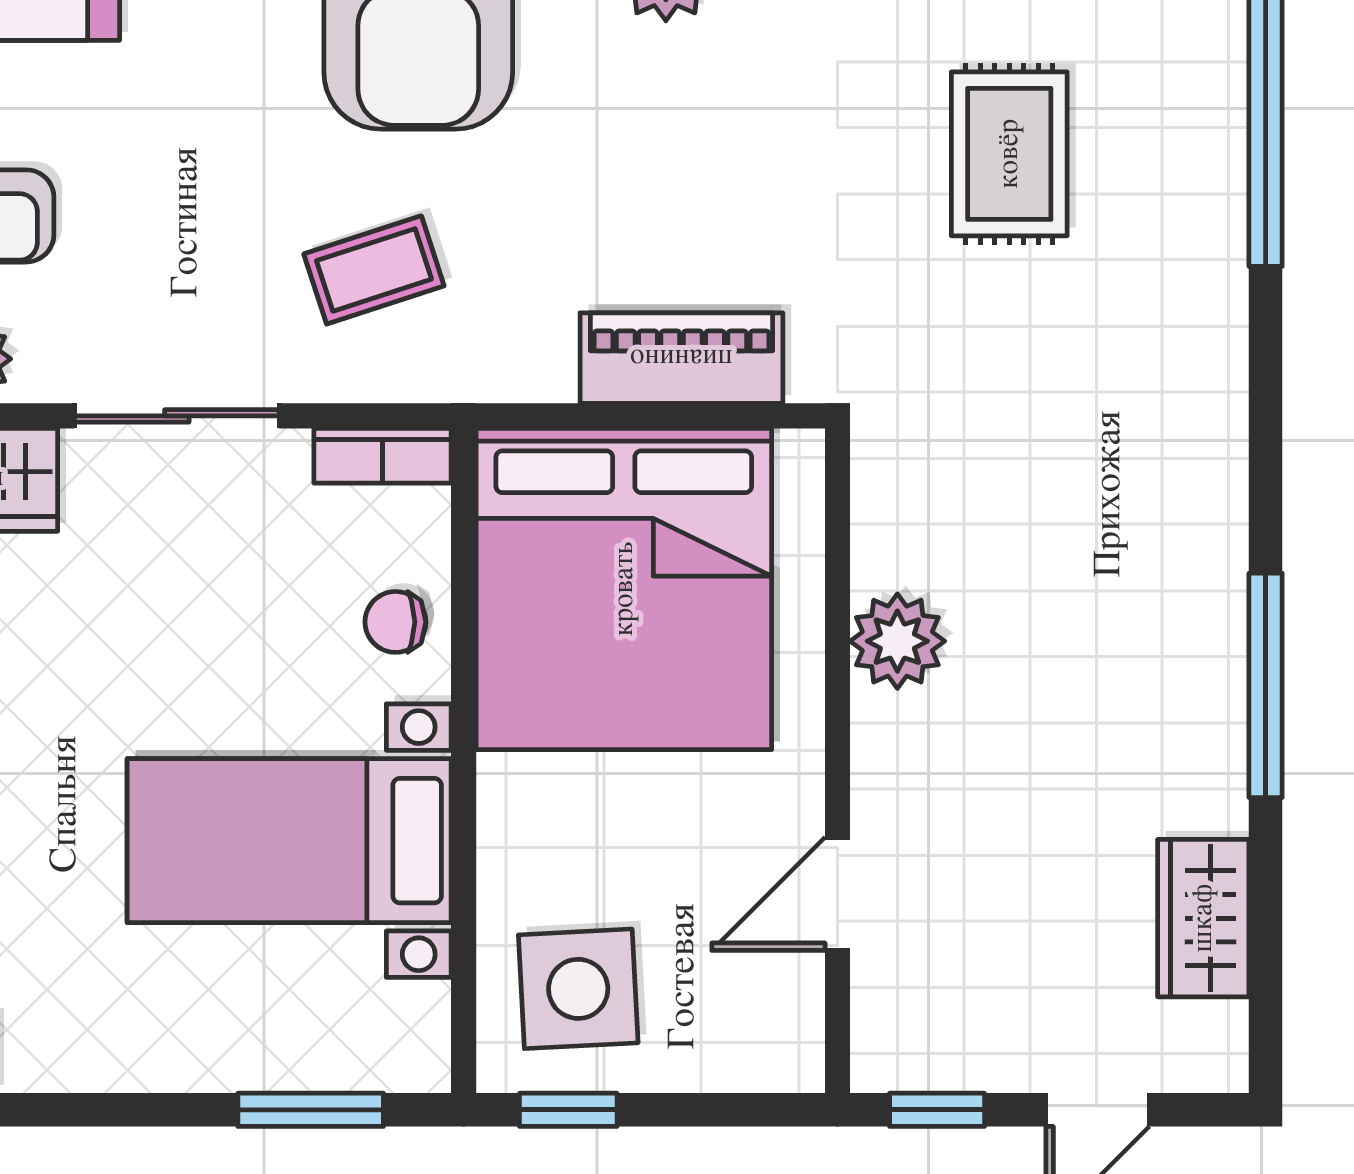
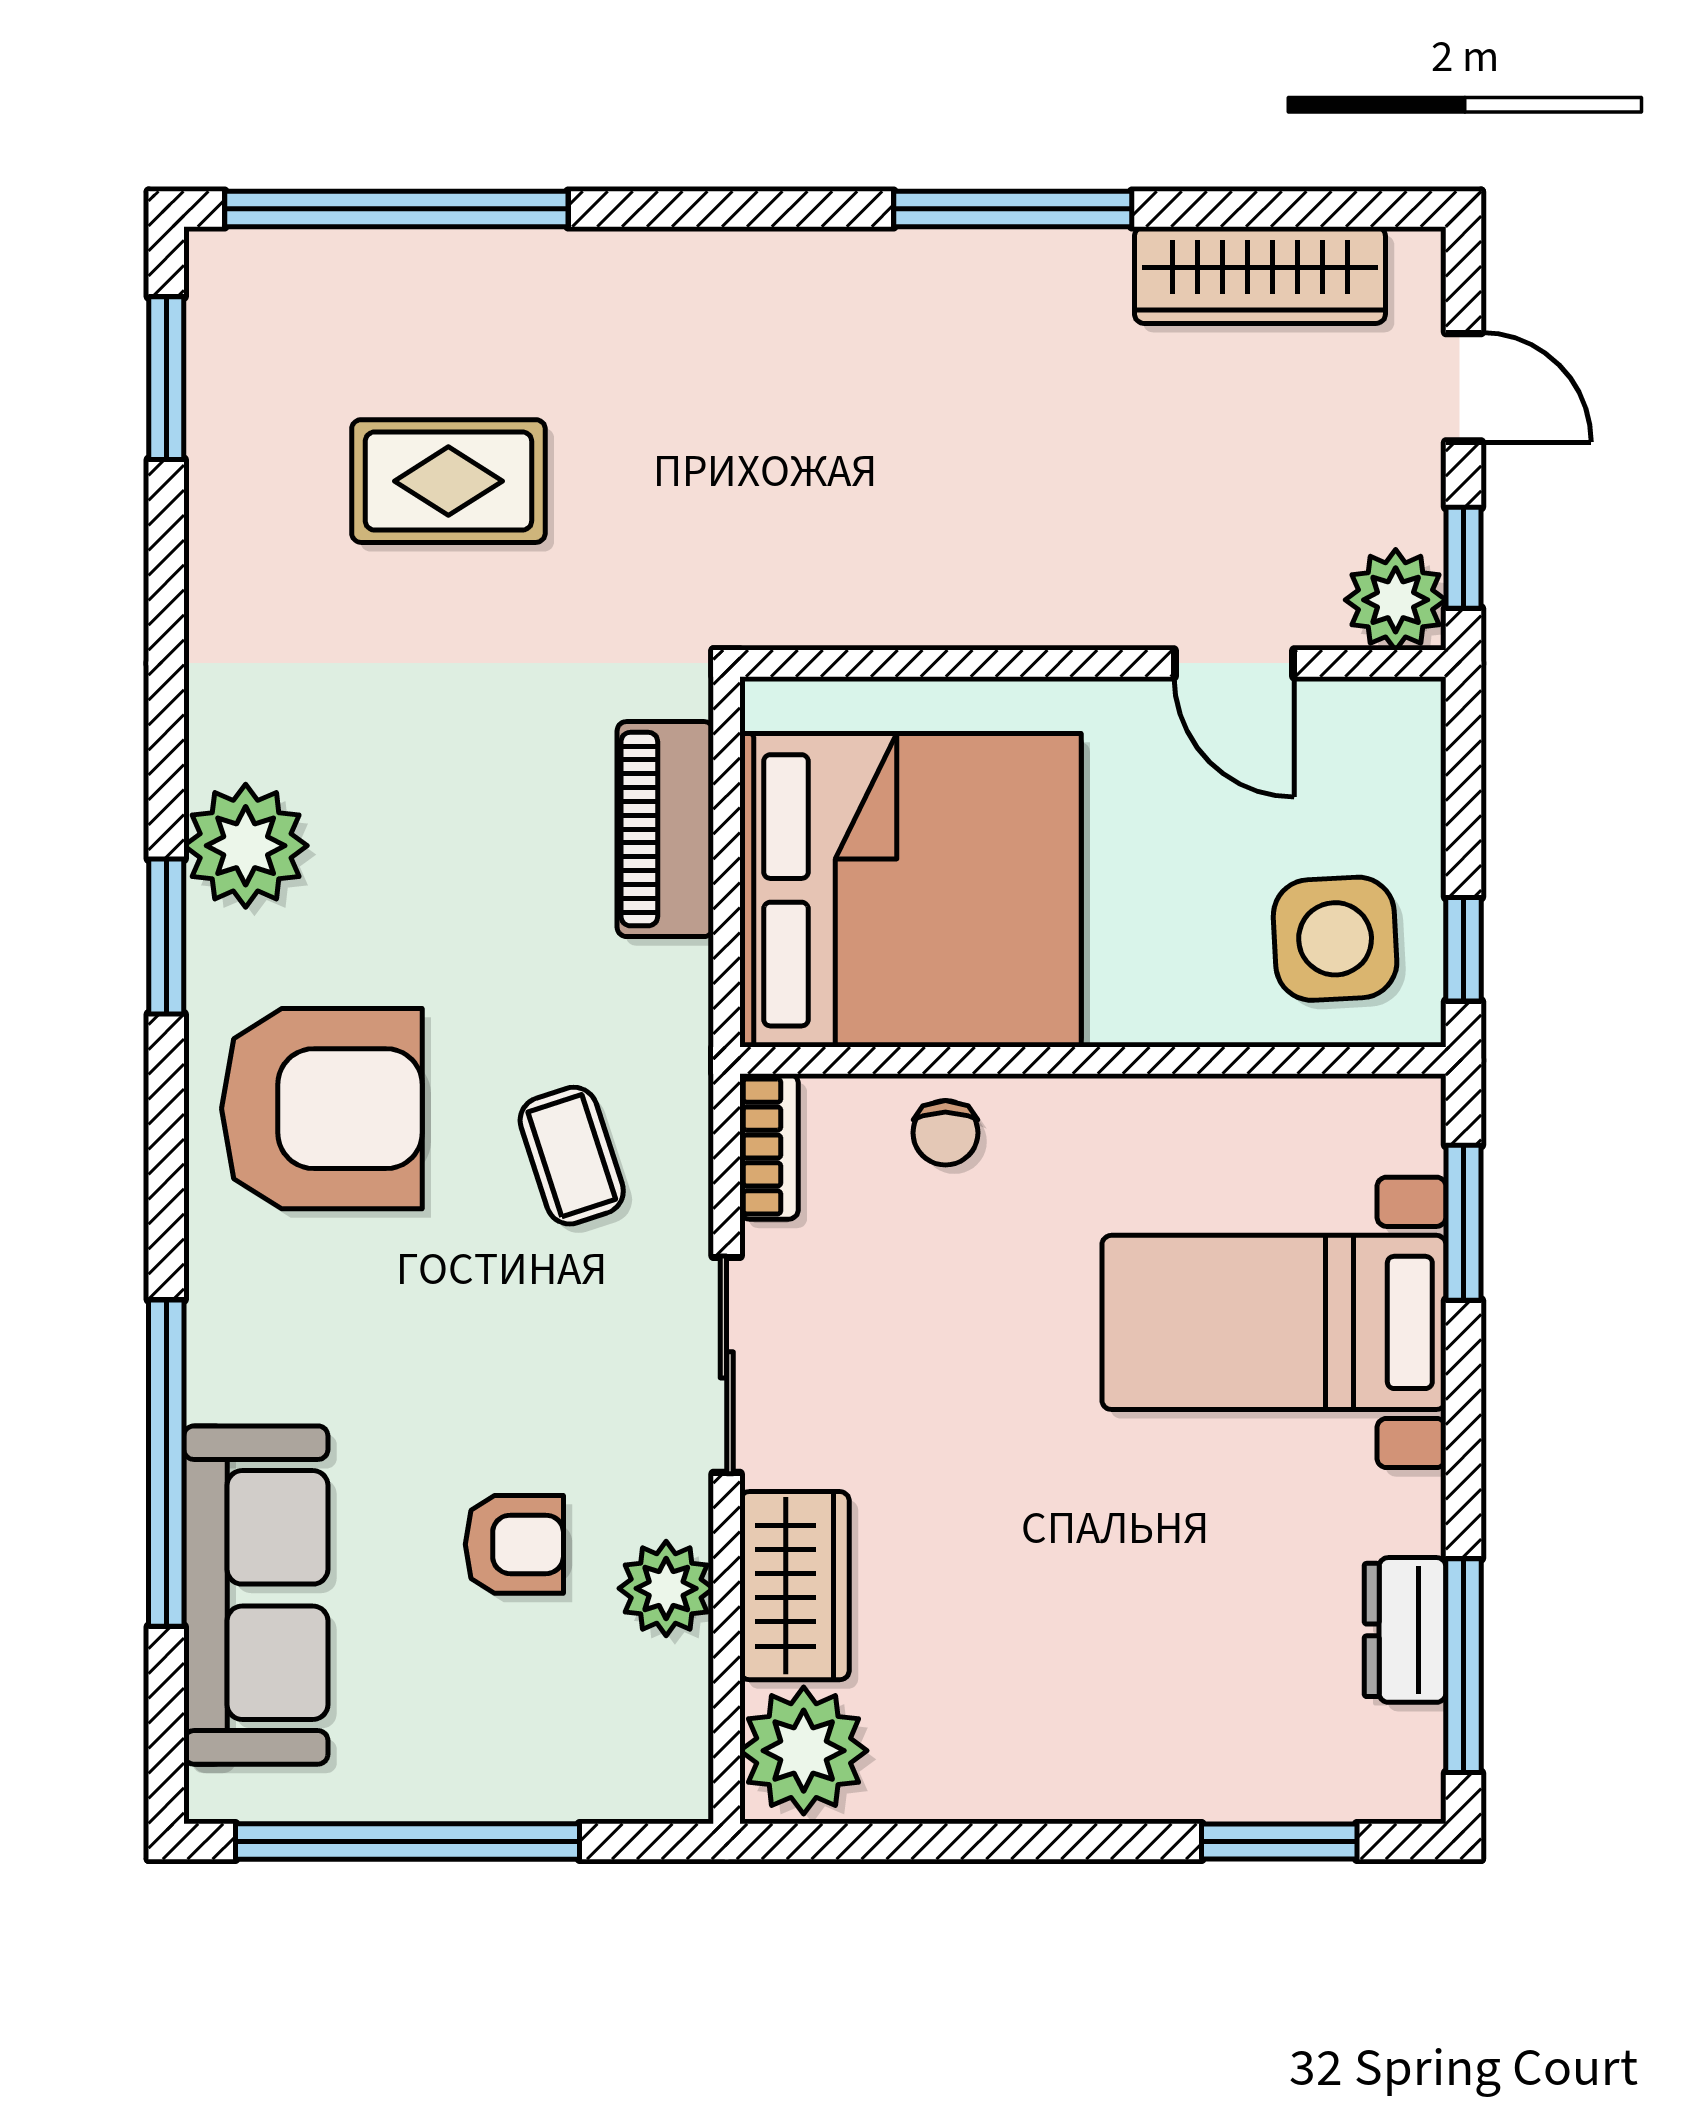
plant: (897, 641) -> (1396, 600), moved
bed with nightstands: (289, 841) -> (1274, 1322), moved, turned 90
wardrobe: (1203, 918) -> (1260, 275), width x1.50

